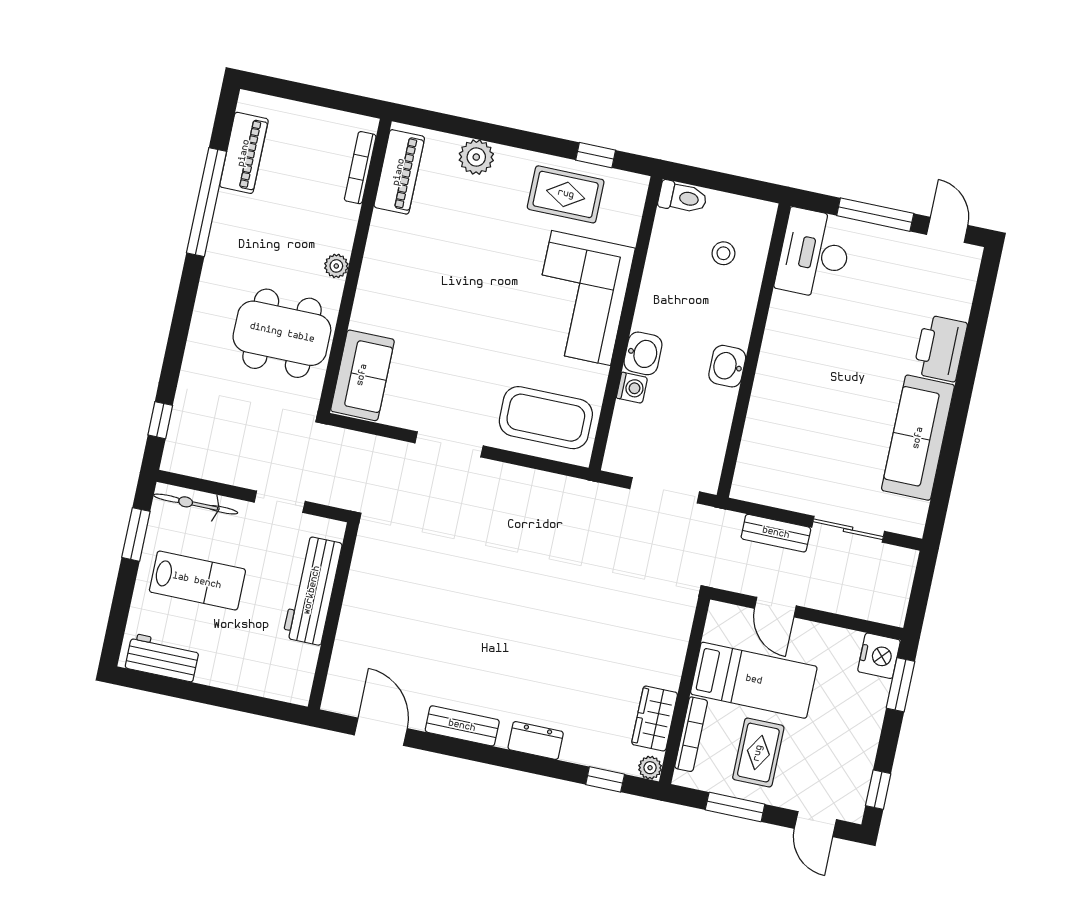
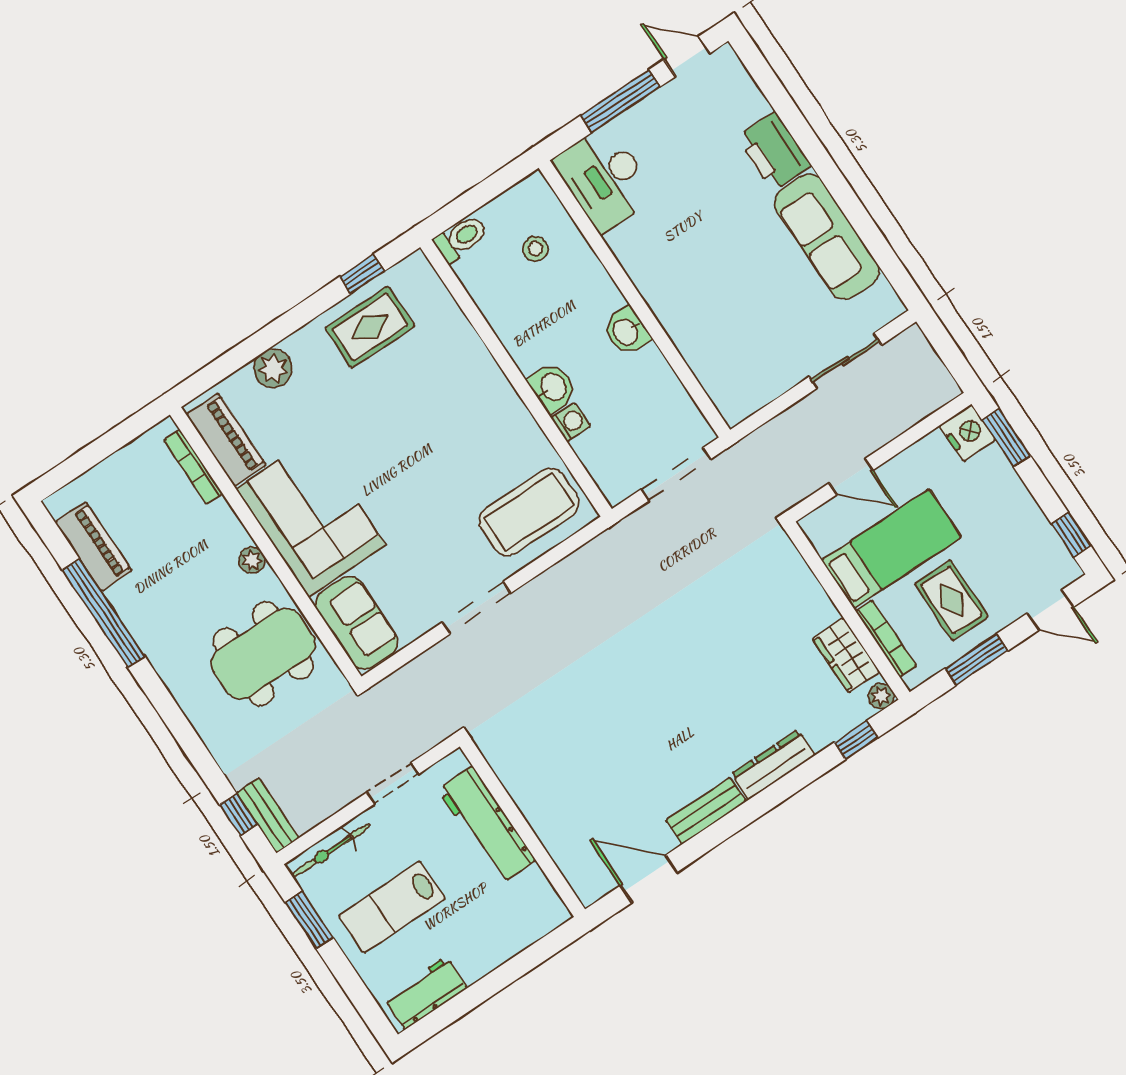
corner sofa: (581, 298) -> (311, 517), moved, turned 180
bench: (776, 533) -> (268, 815), moved, turned 90
lab bench: (197, 581) -> (392, 907), turned 180
dresser: (536, 741) -> (773, 765), width x1.44

